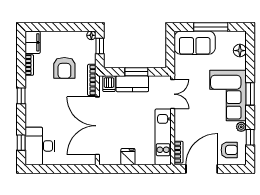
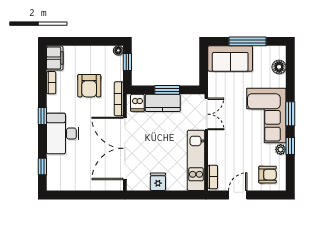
window: (250, 137) -> (290, 146), moved
desk: (40, 146) -> (63, 133), moved
door: (202, 169) -> (238, 195), width x0.53

